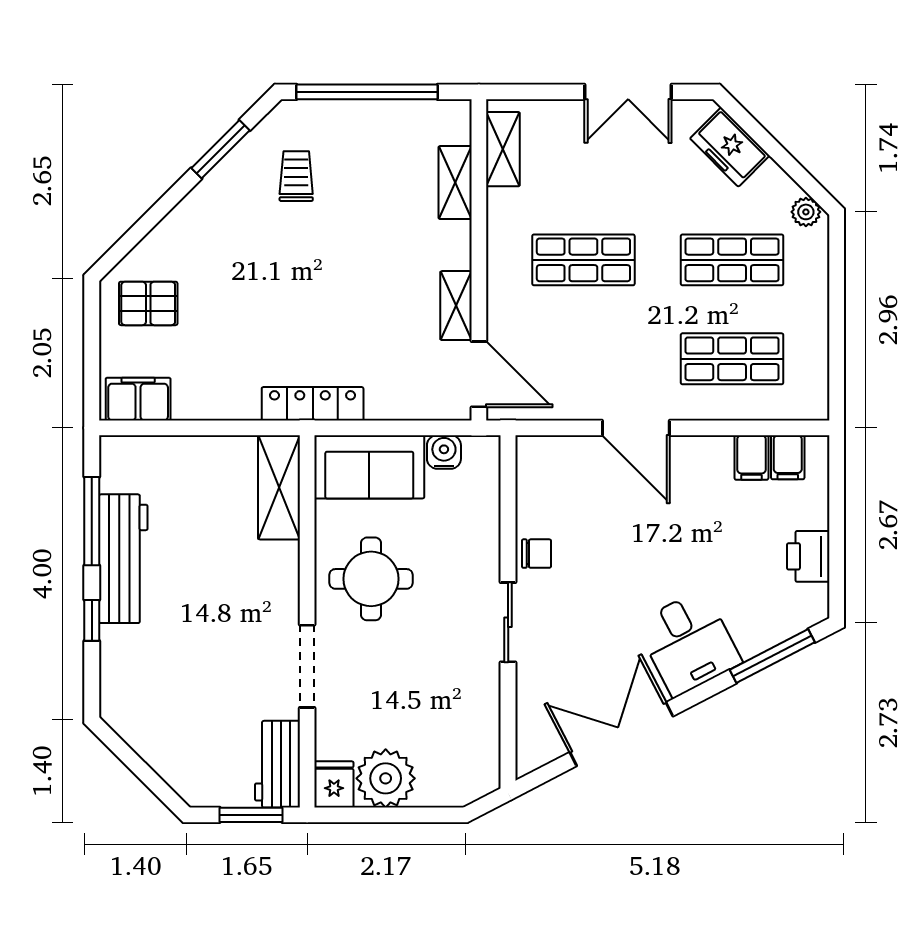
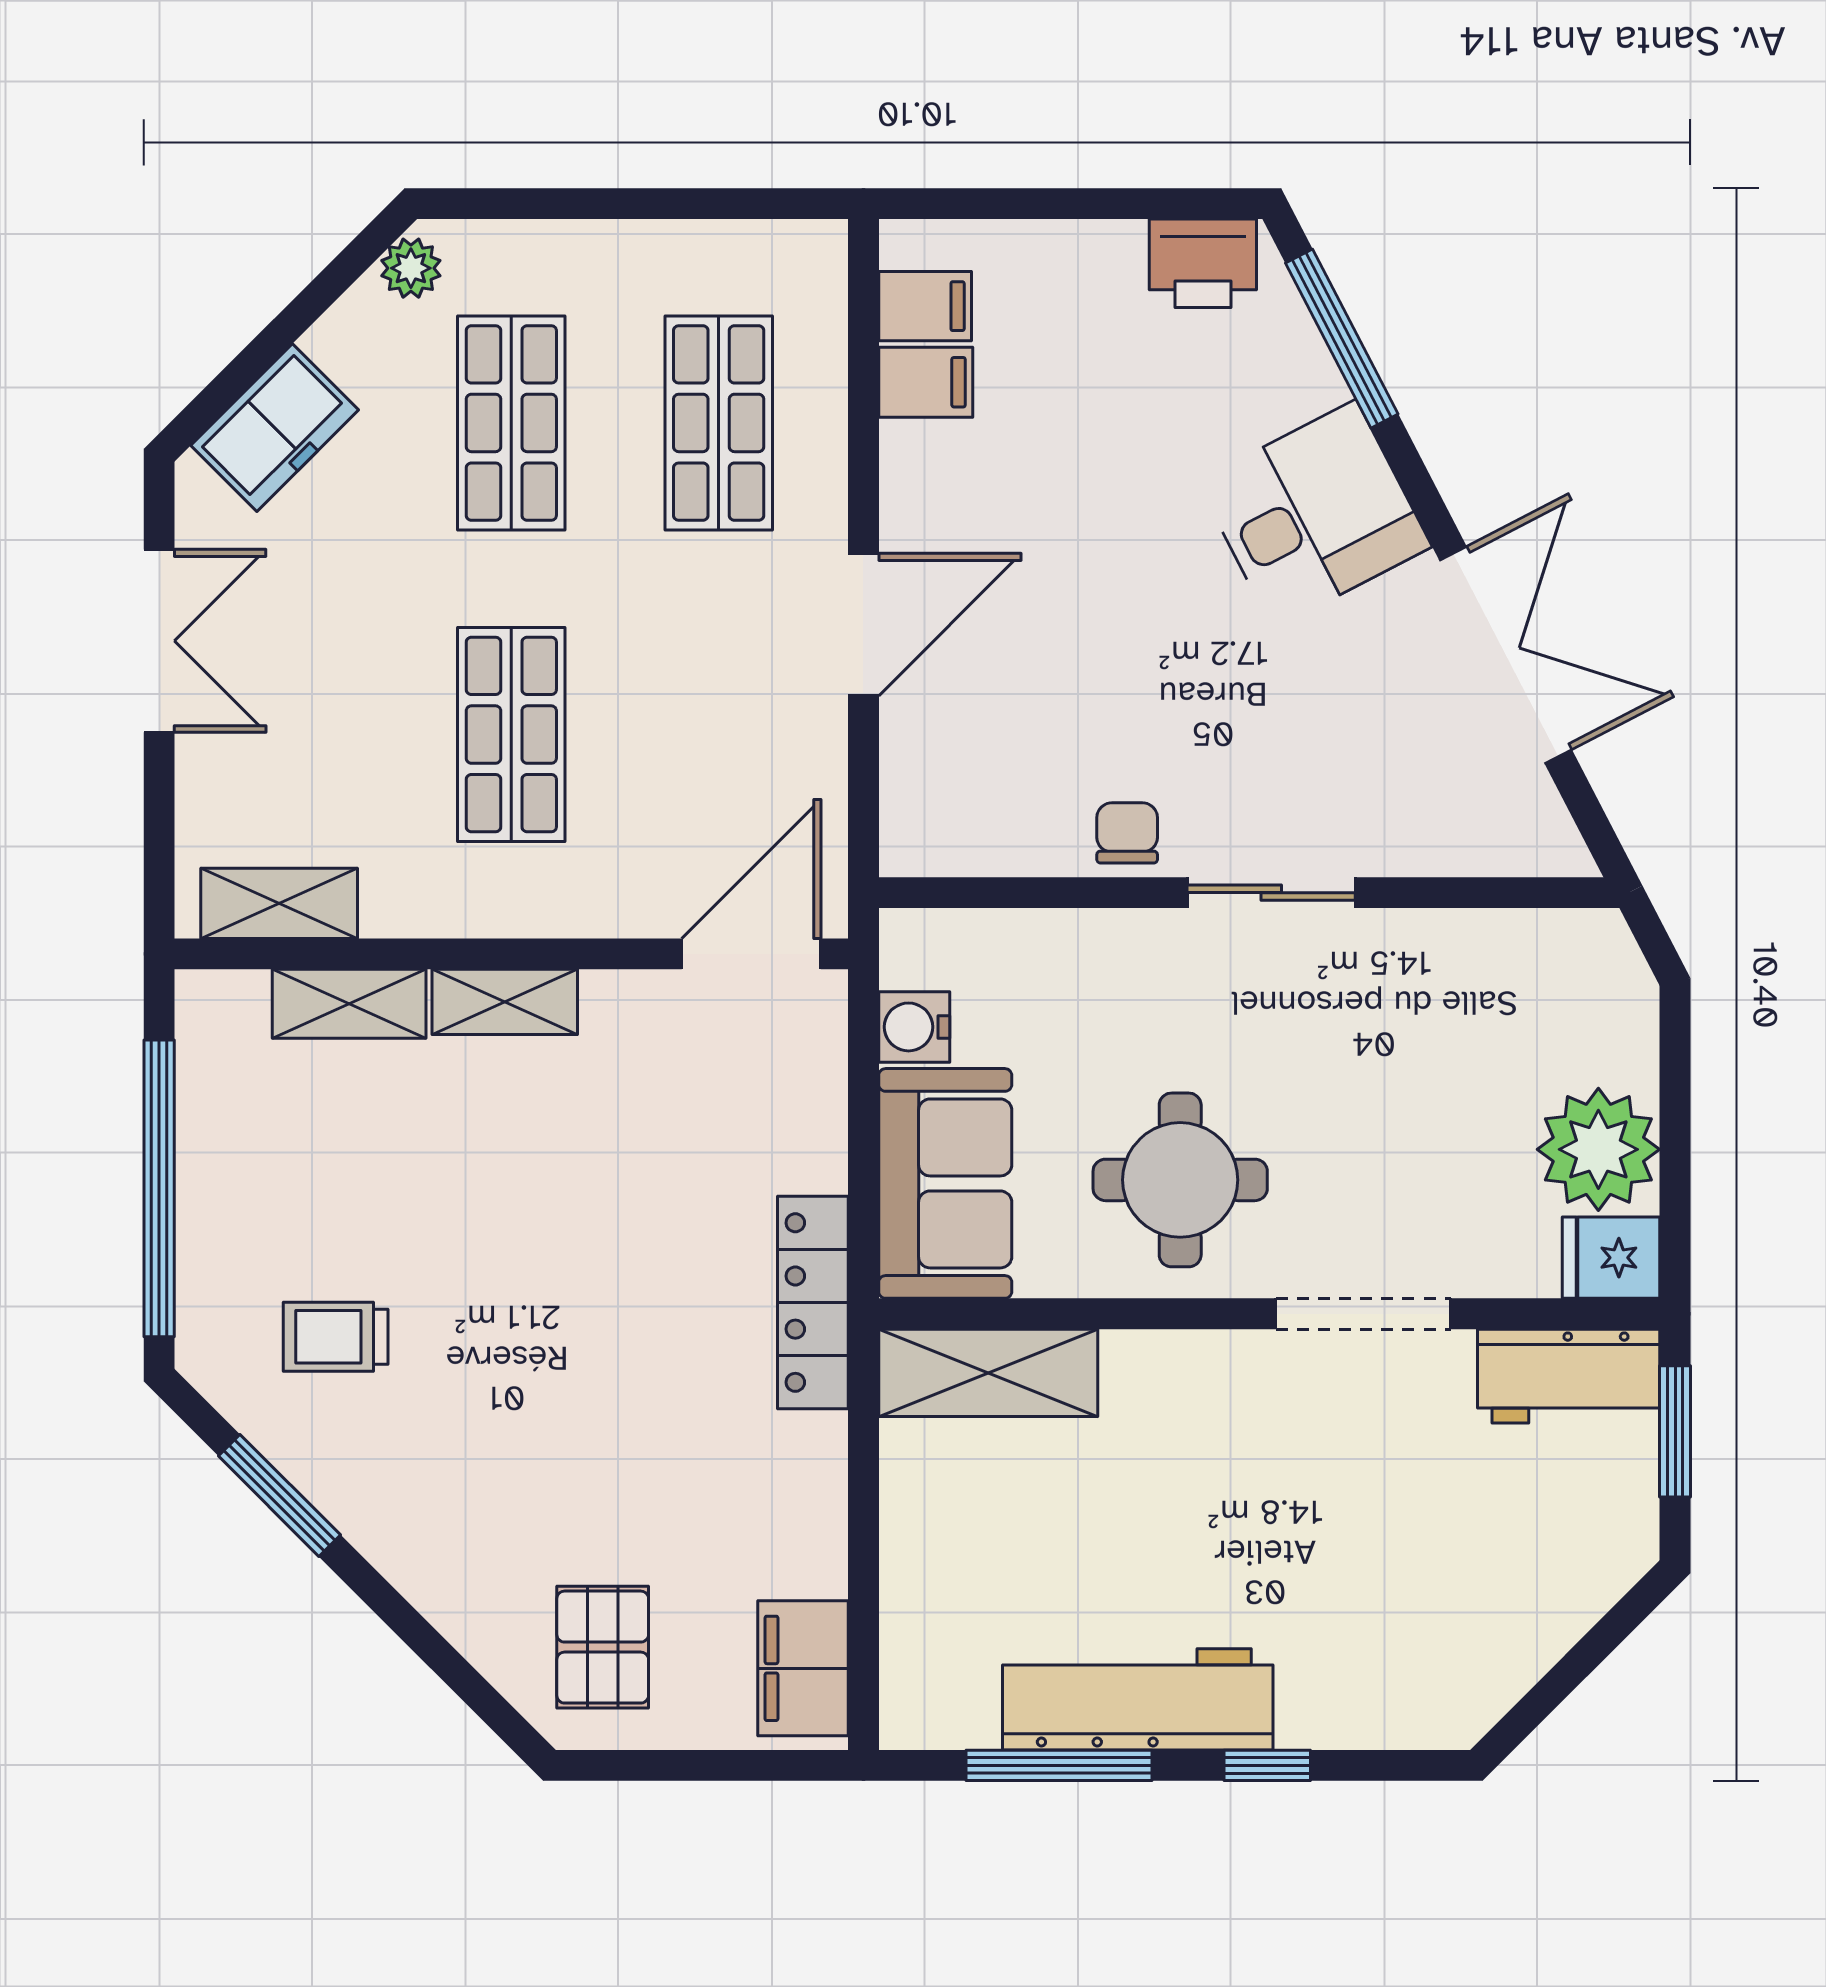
shelving: (456, 306) -> (505, 1002), moved
printer: (808, 556) -> (1203, 263), moved
double door: (621, 734) -> (1506, 655), swing flipped

